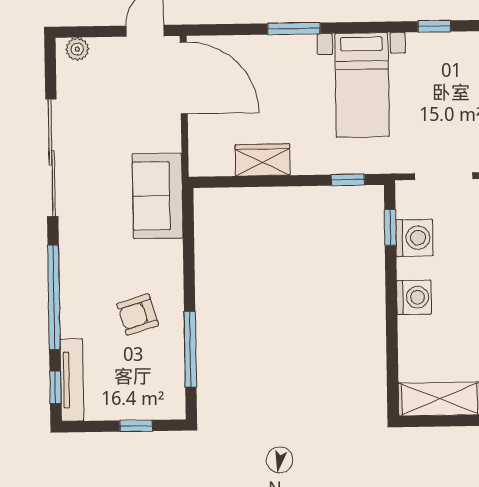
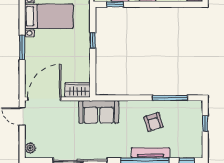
wardrobe: (263, 160) -> (78, 90), moved, turned 90
window: (348, 180) -> (93, 40), moved
tv unit: (72, 380) -> (151, 153), moved

